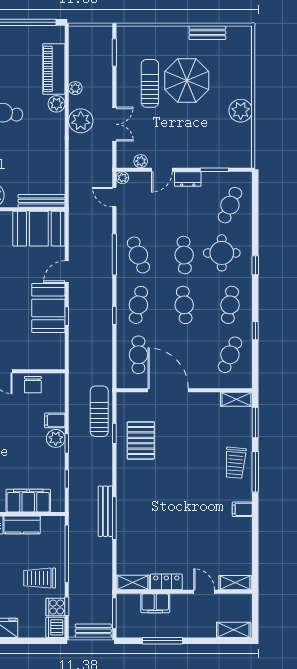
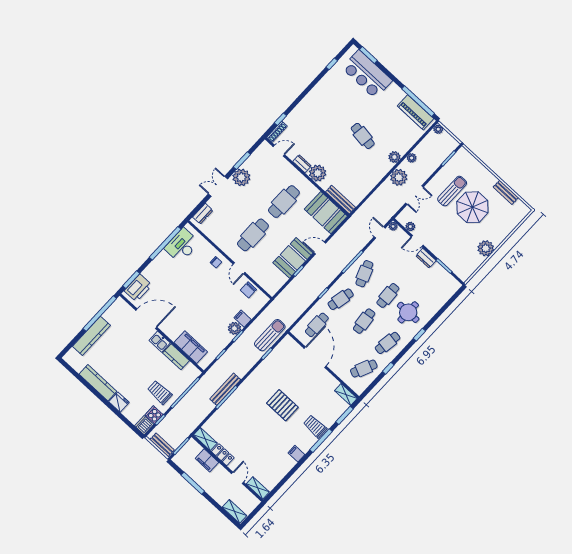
plant: (75, 32) -> (438, 129), added
piano: (54, 69) -> (416, 112), moved, turned -90
cafe table: (230, 205) -> (435, 292), removed
pallet: (141, 441) -> (282, 405), moved, turned 90
trolley: (235, 463) -> (315, 426), turned 85

